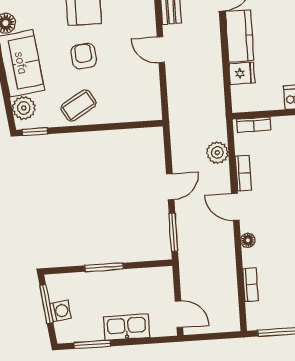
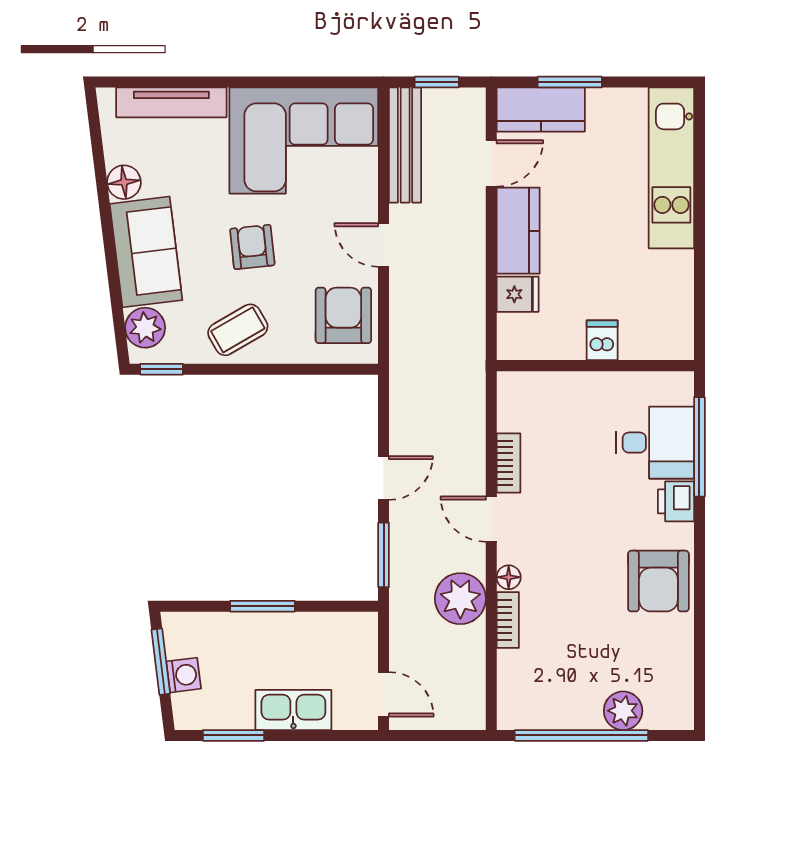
armchair: (140, 93) -> (343, 315), added
bookcase: (254, 125) -> (532, 382), removed
plant: (217, 153) -> (460, 599), moved, width x1.36, depth x1.36
bookcase: (250, 285) -> (508, 620), moved

